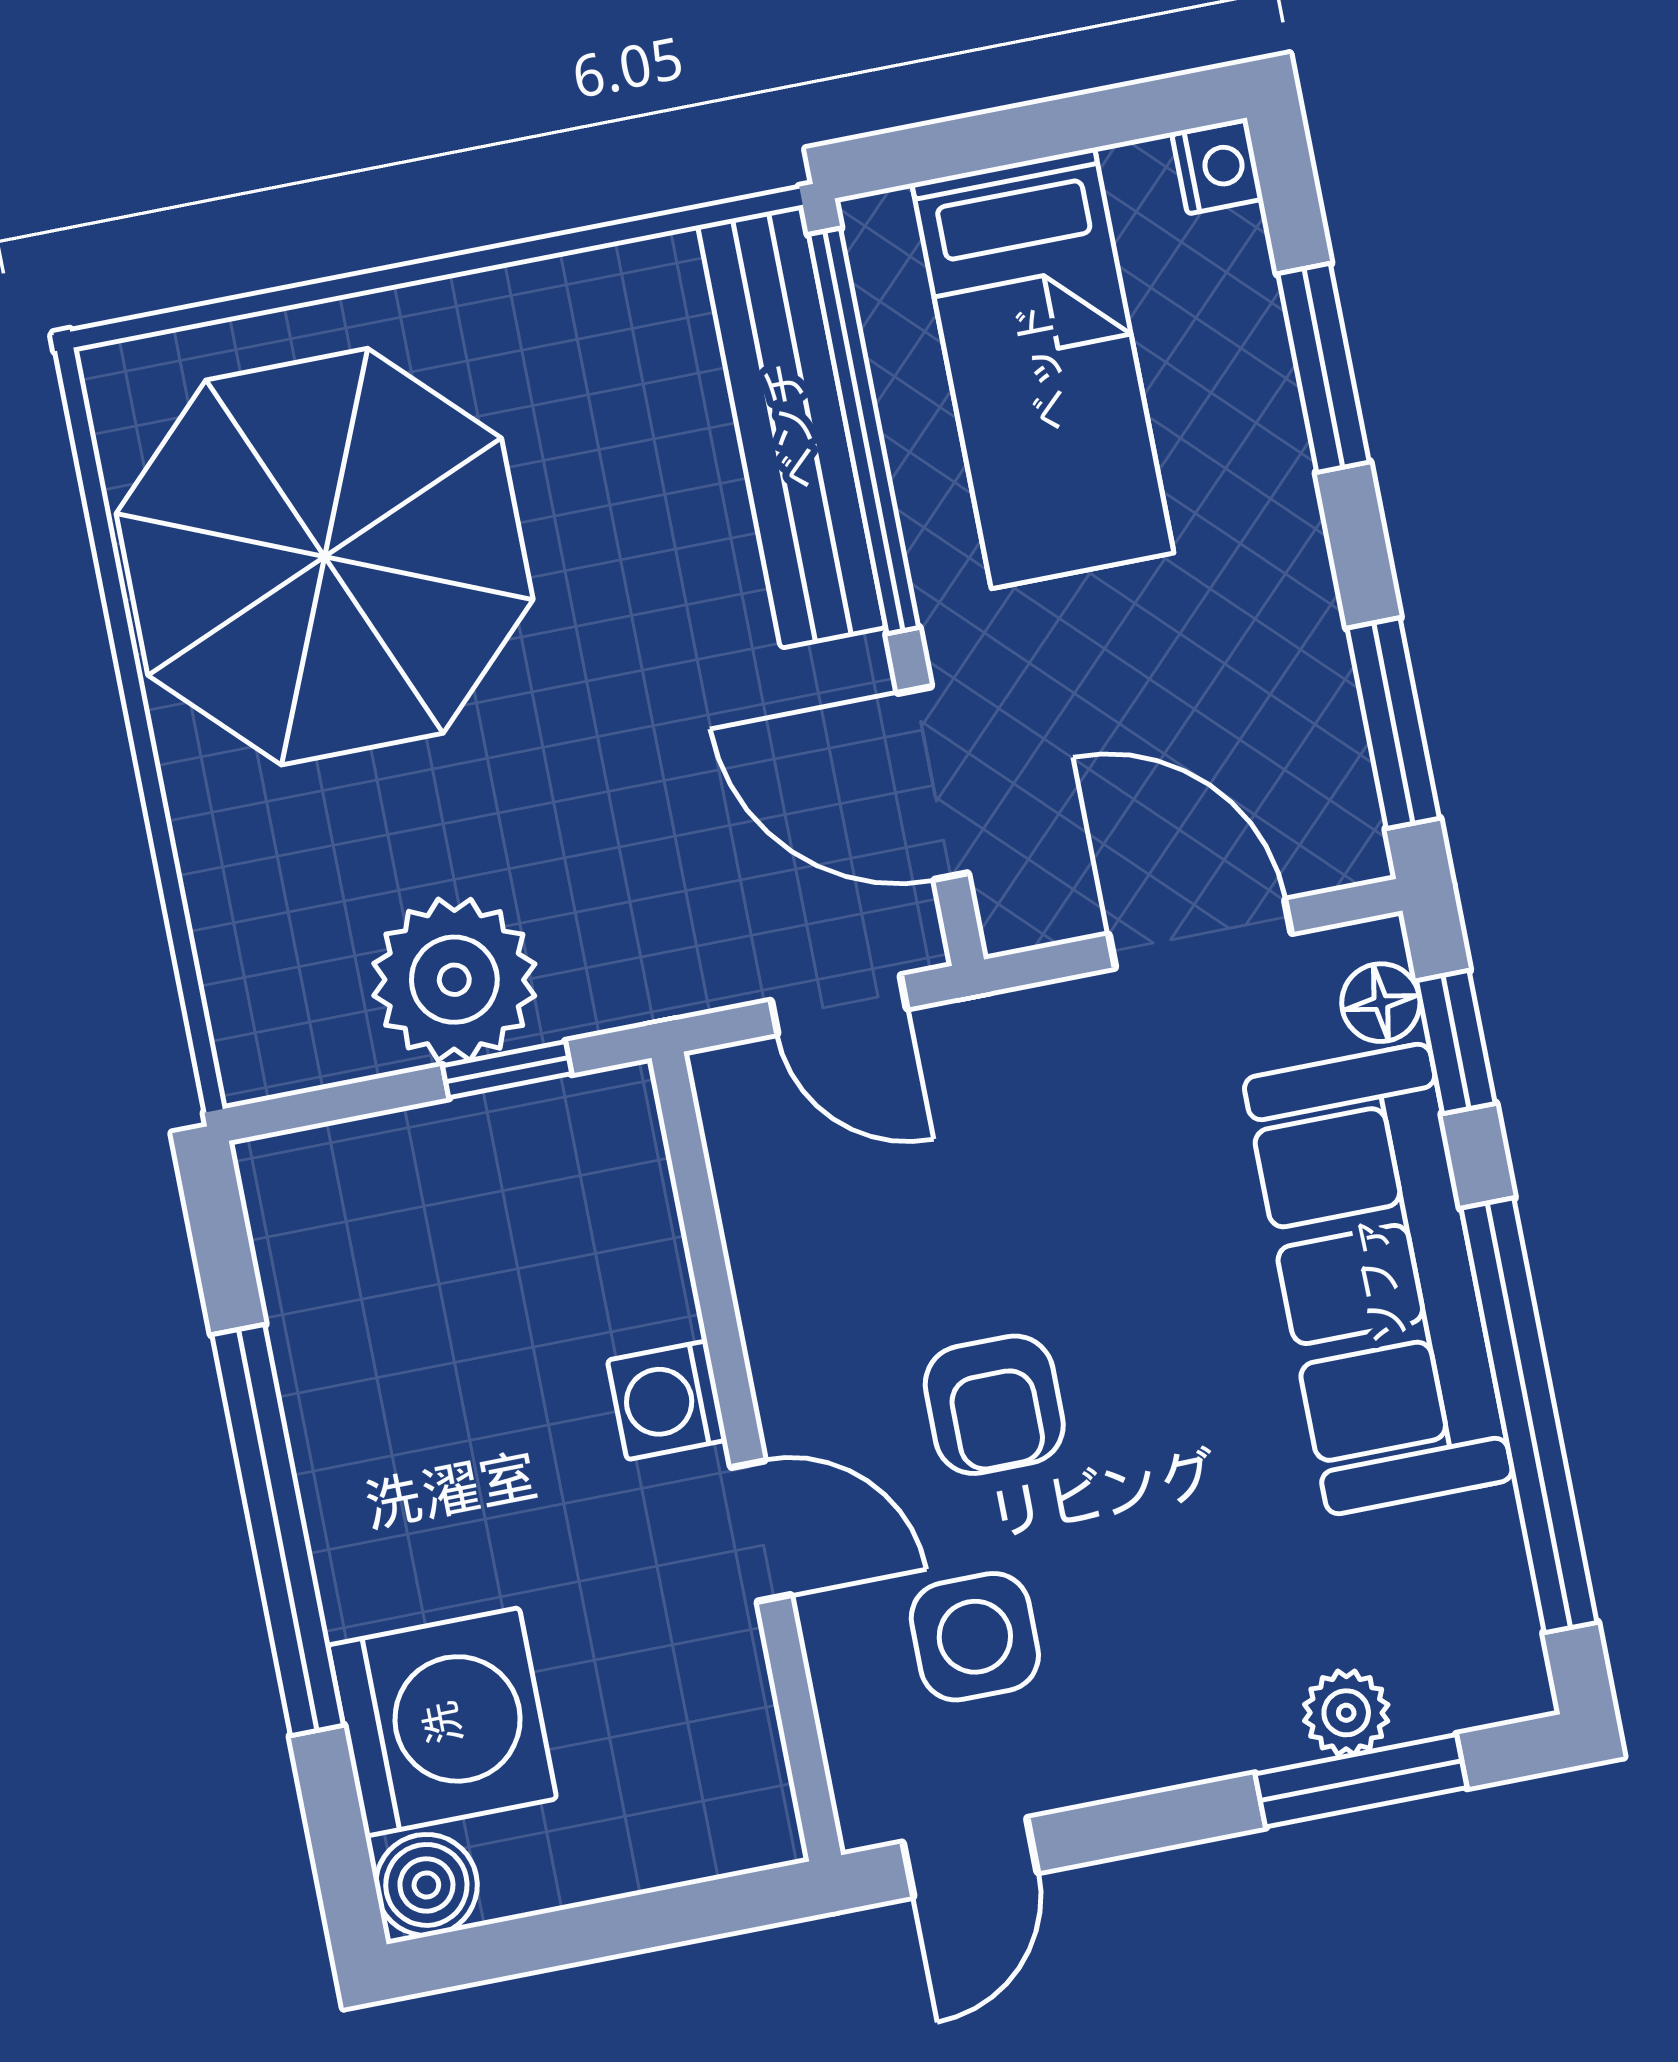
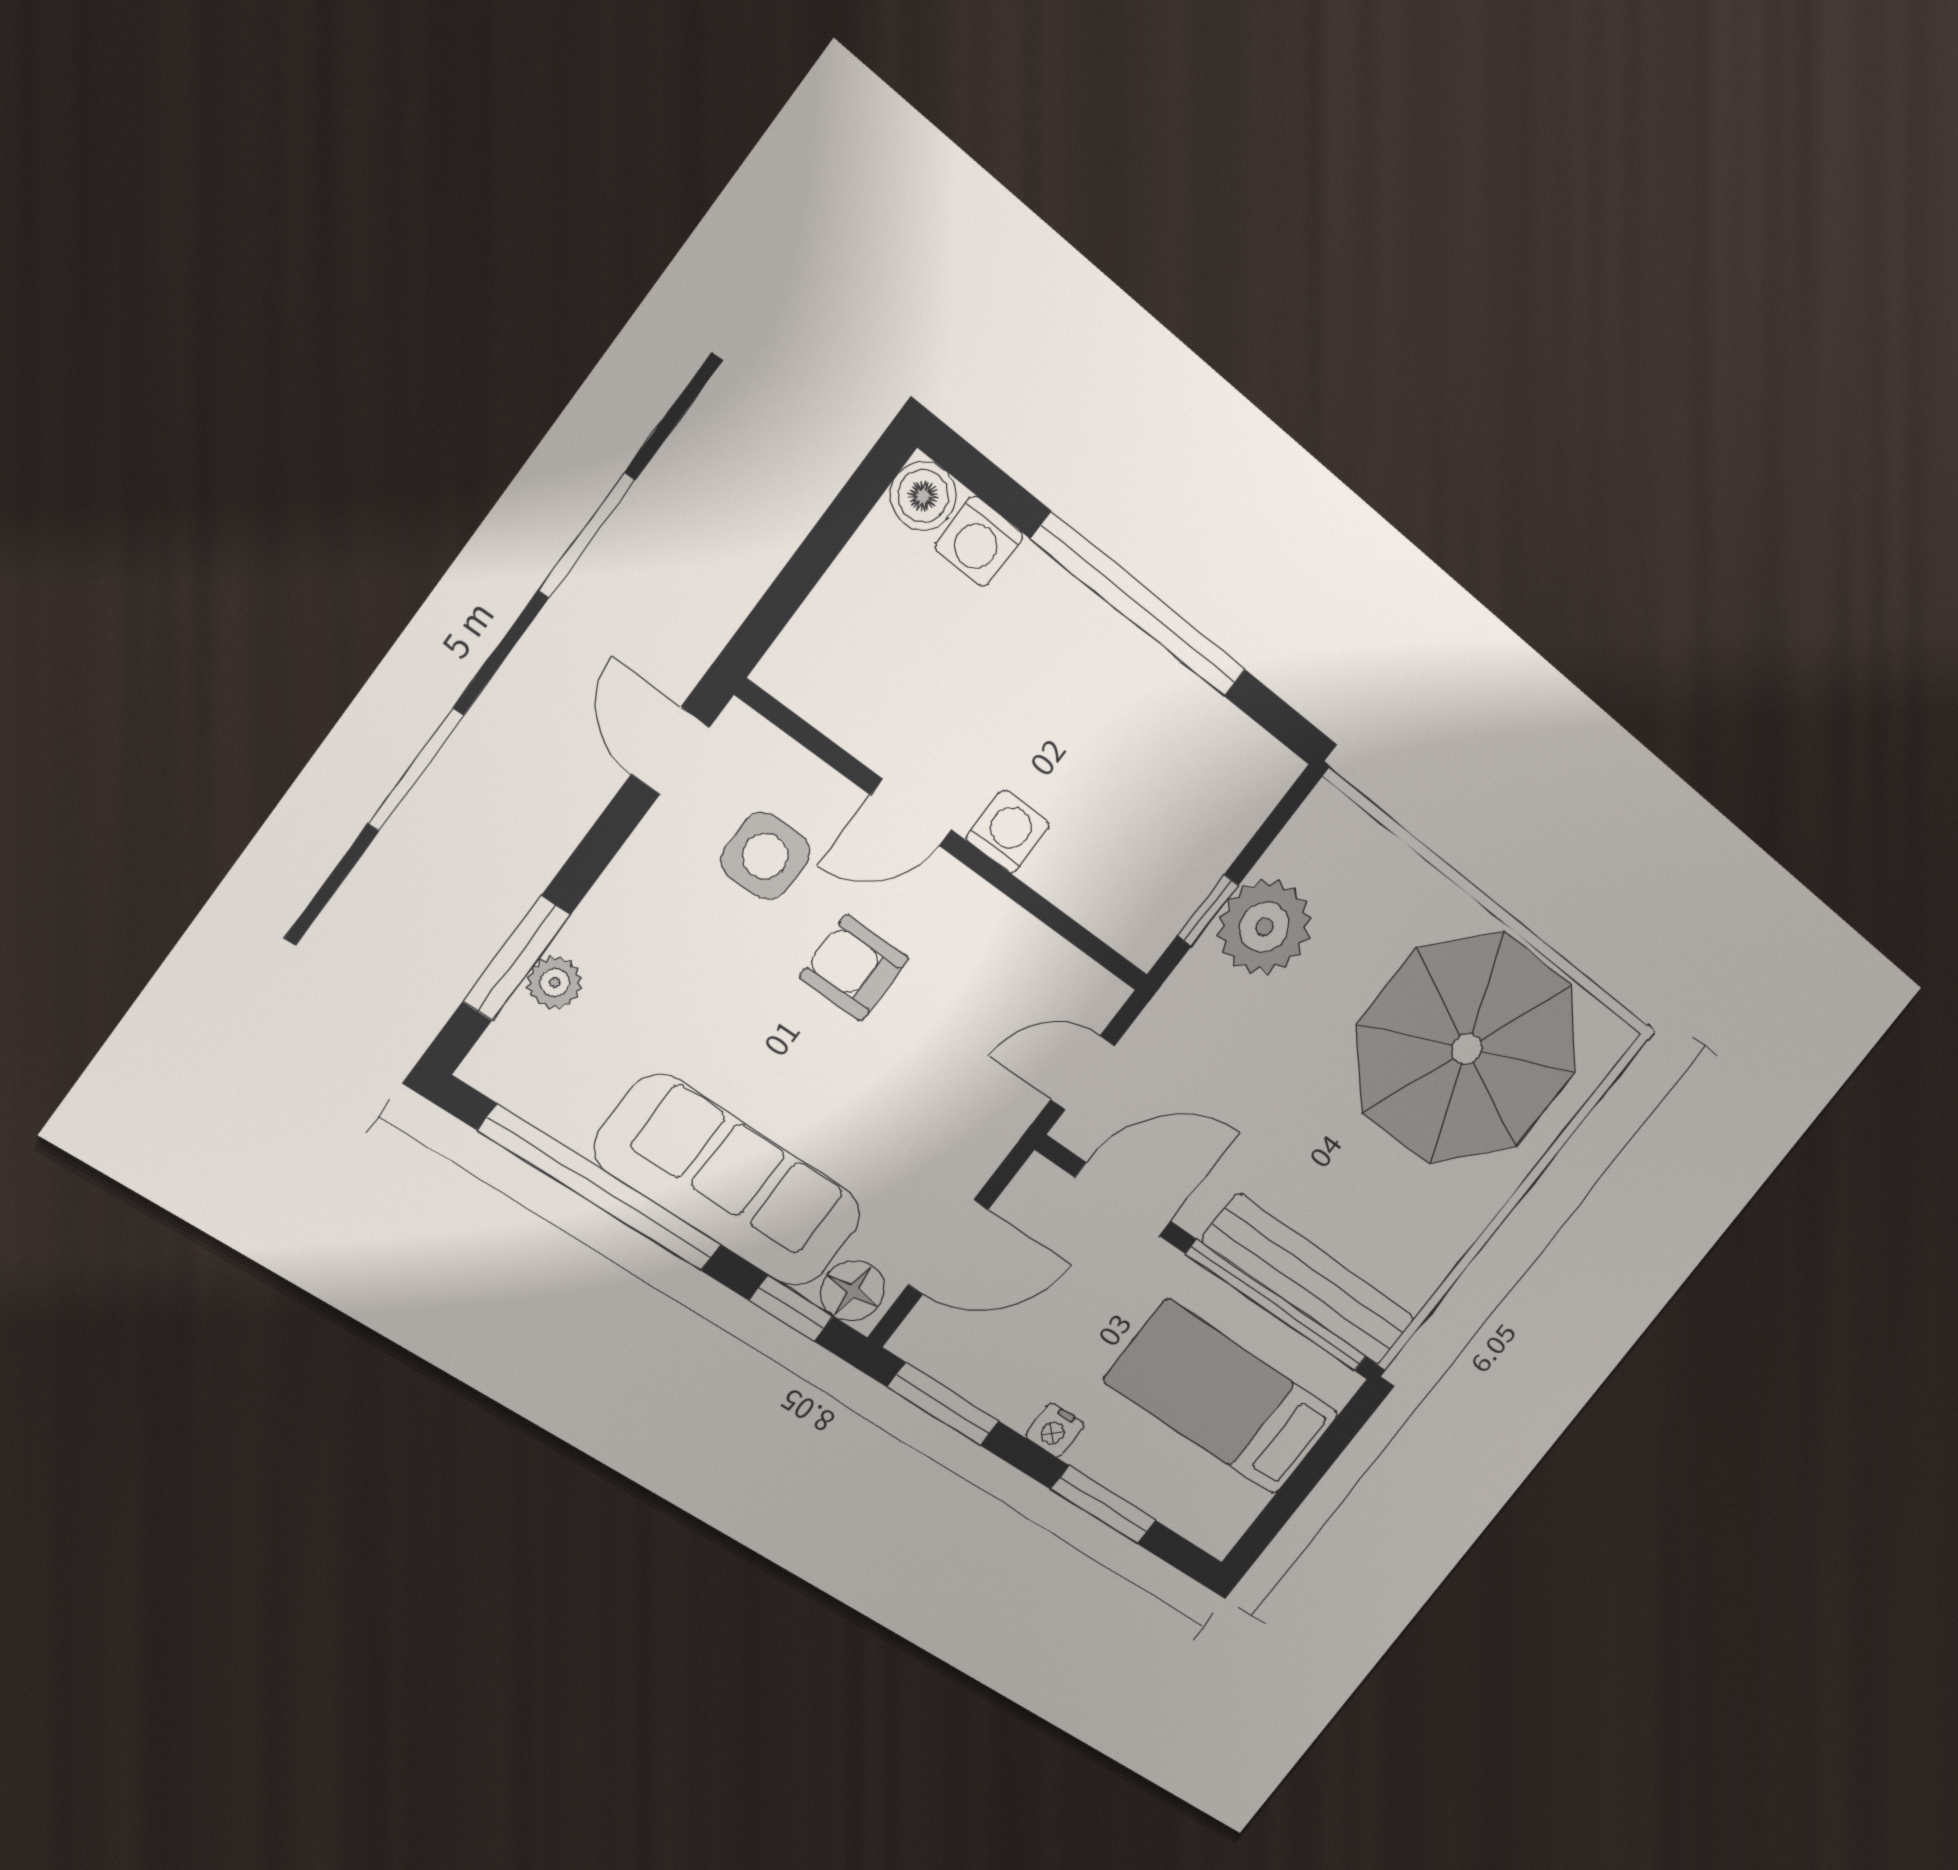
nightstand: (1217, 167) -> (1055, 1430), moved
floor lamp: (1381, 1003) -> (853, 1291), width x1.37, depth x1.37
washing machine: (442, 1722) -> (979, 542), width x0.53, depth x0.53

